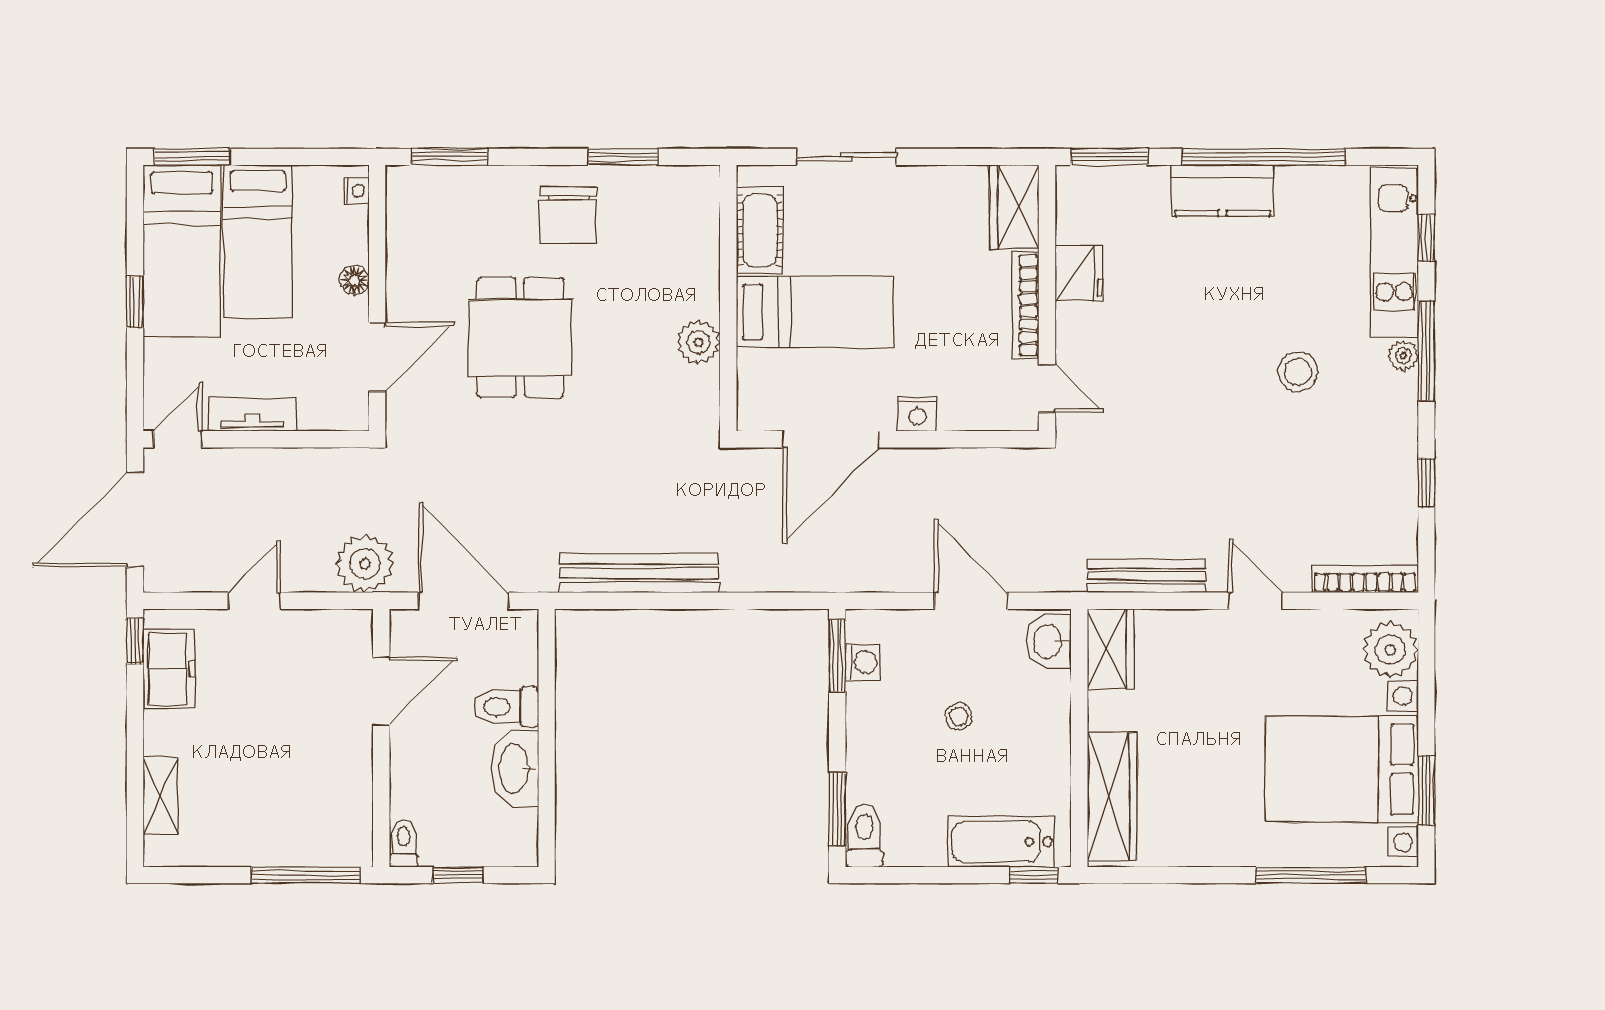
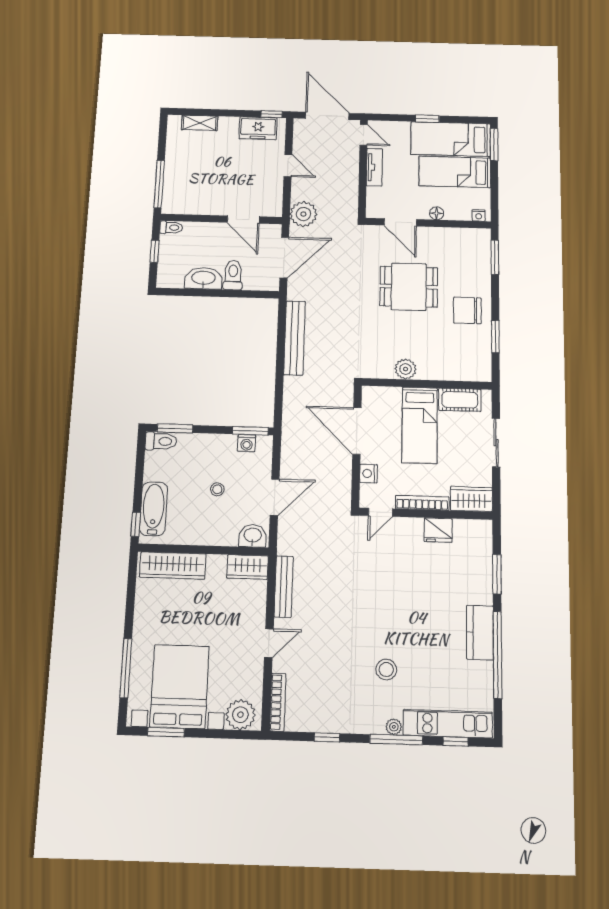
wardrobe: (1015, 207) -> (471, 499), moved
fridge: (1079, 273) -> (438, 530), moved
wall: (1047, 298) -> (426, 514), moved
bookcase: (1025, 305) -> (422, 503), moved
door: (1047, 388) -> (380, 512), moved

